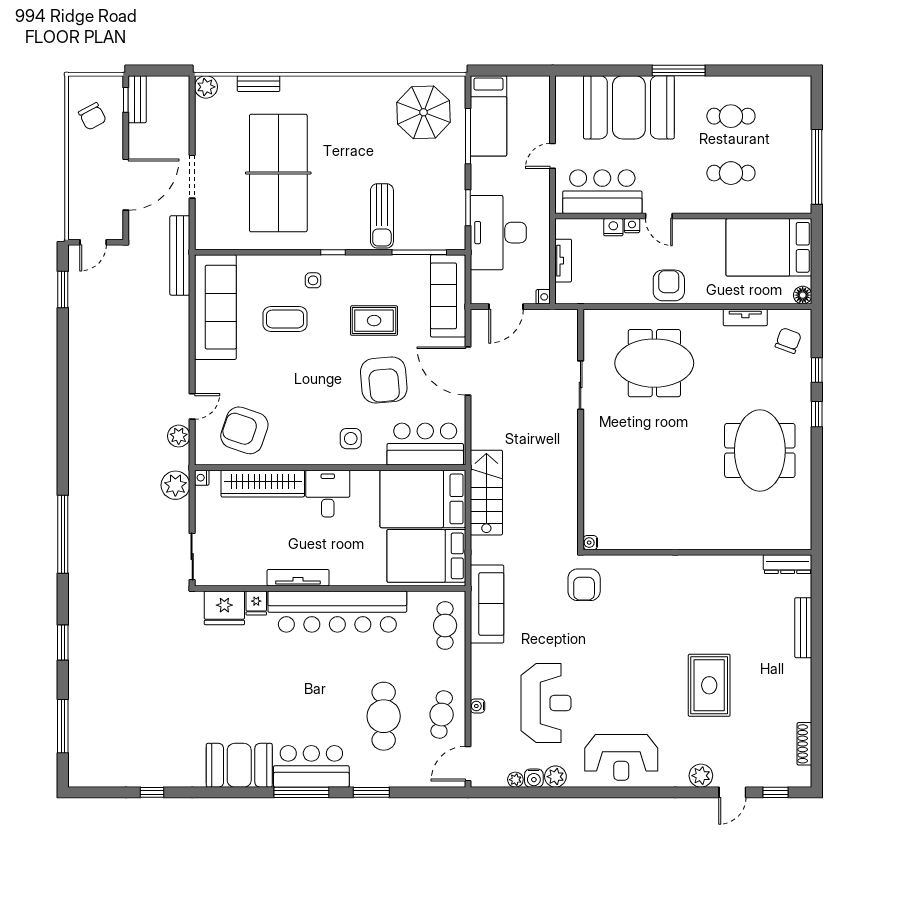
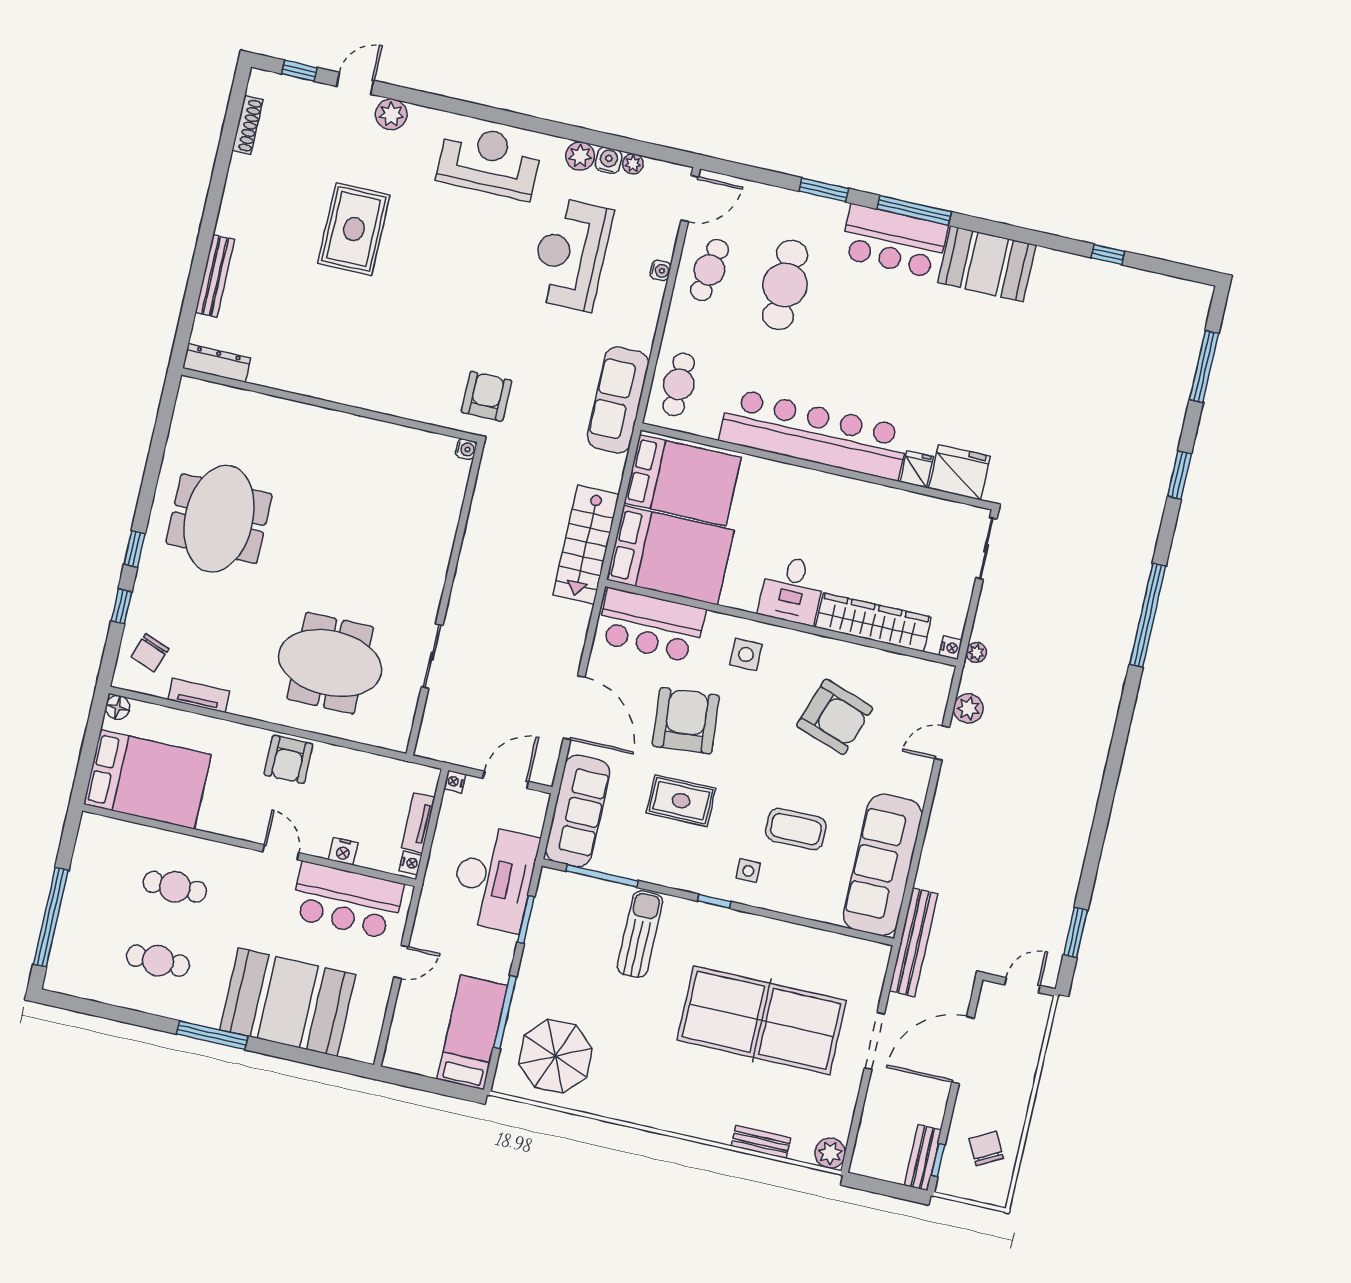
window: (817, 167) -> (51, 917), moved
table tennis table: (278, 173) -> (762, 1020), turned 90
nightstand: (632, 226) -> (410, 863), moved, turned -90
armchair: (244, 430) -> (835, 717), moved
plant: (175, 485) -> (976, 652), width x0.53, depth x0.53
tv unit: (298, 578) -> (855, 490), removed

